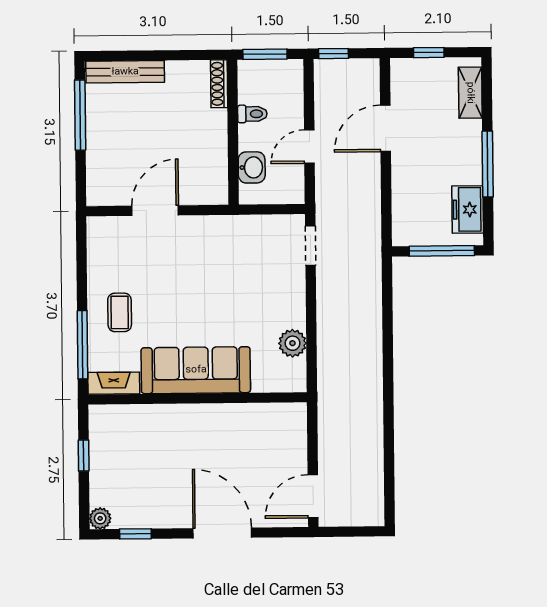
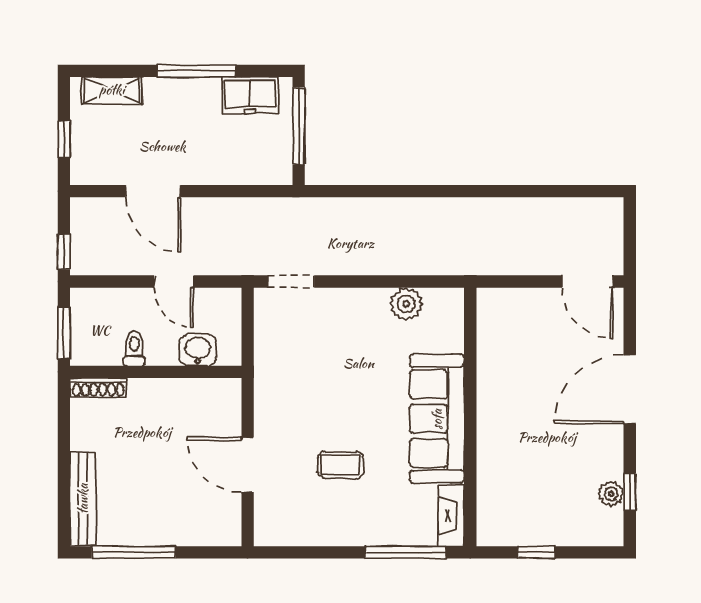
coffee table: (120, 312) -> (341, 465), moved
plant: (100, 518) -> (611, 494), moved

